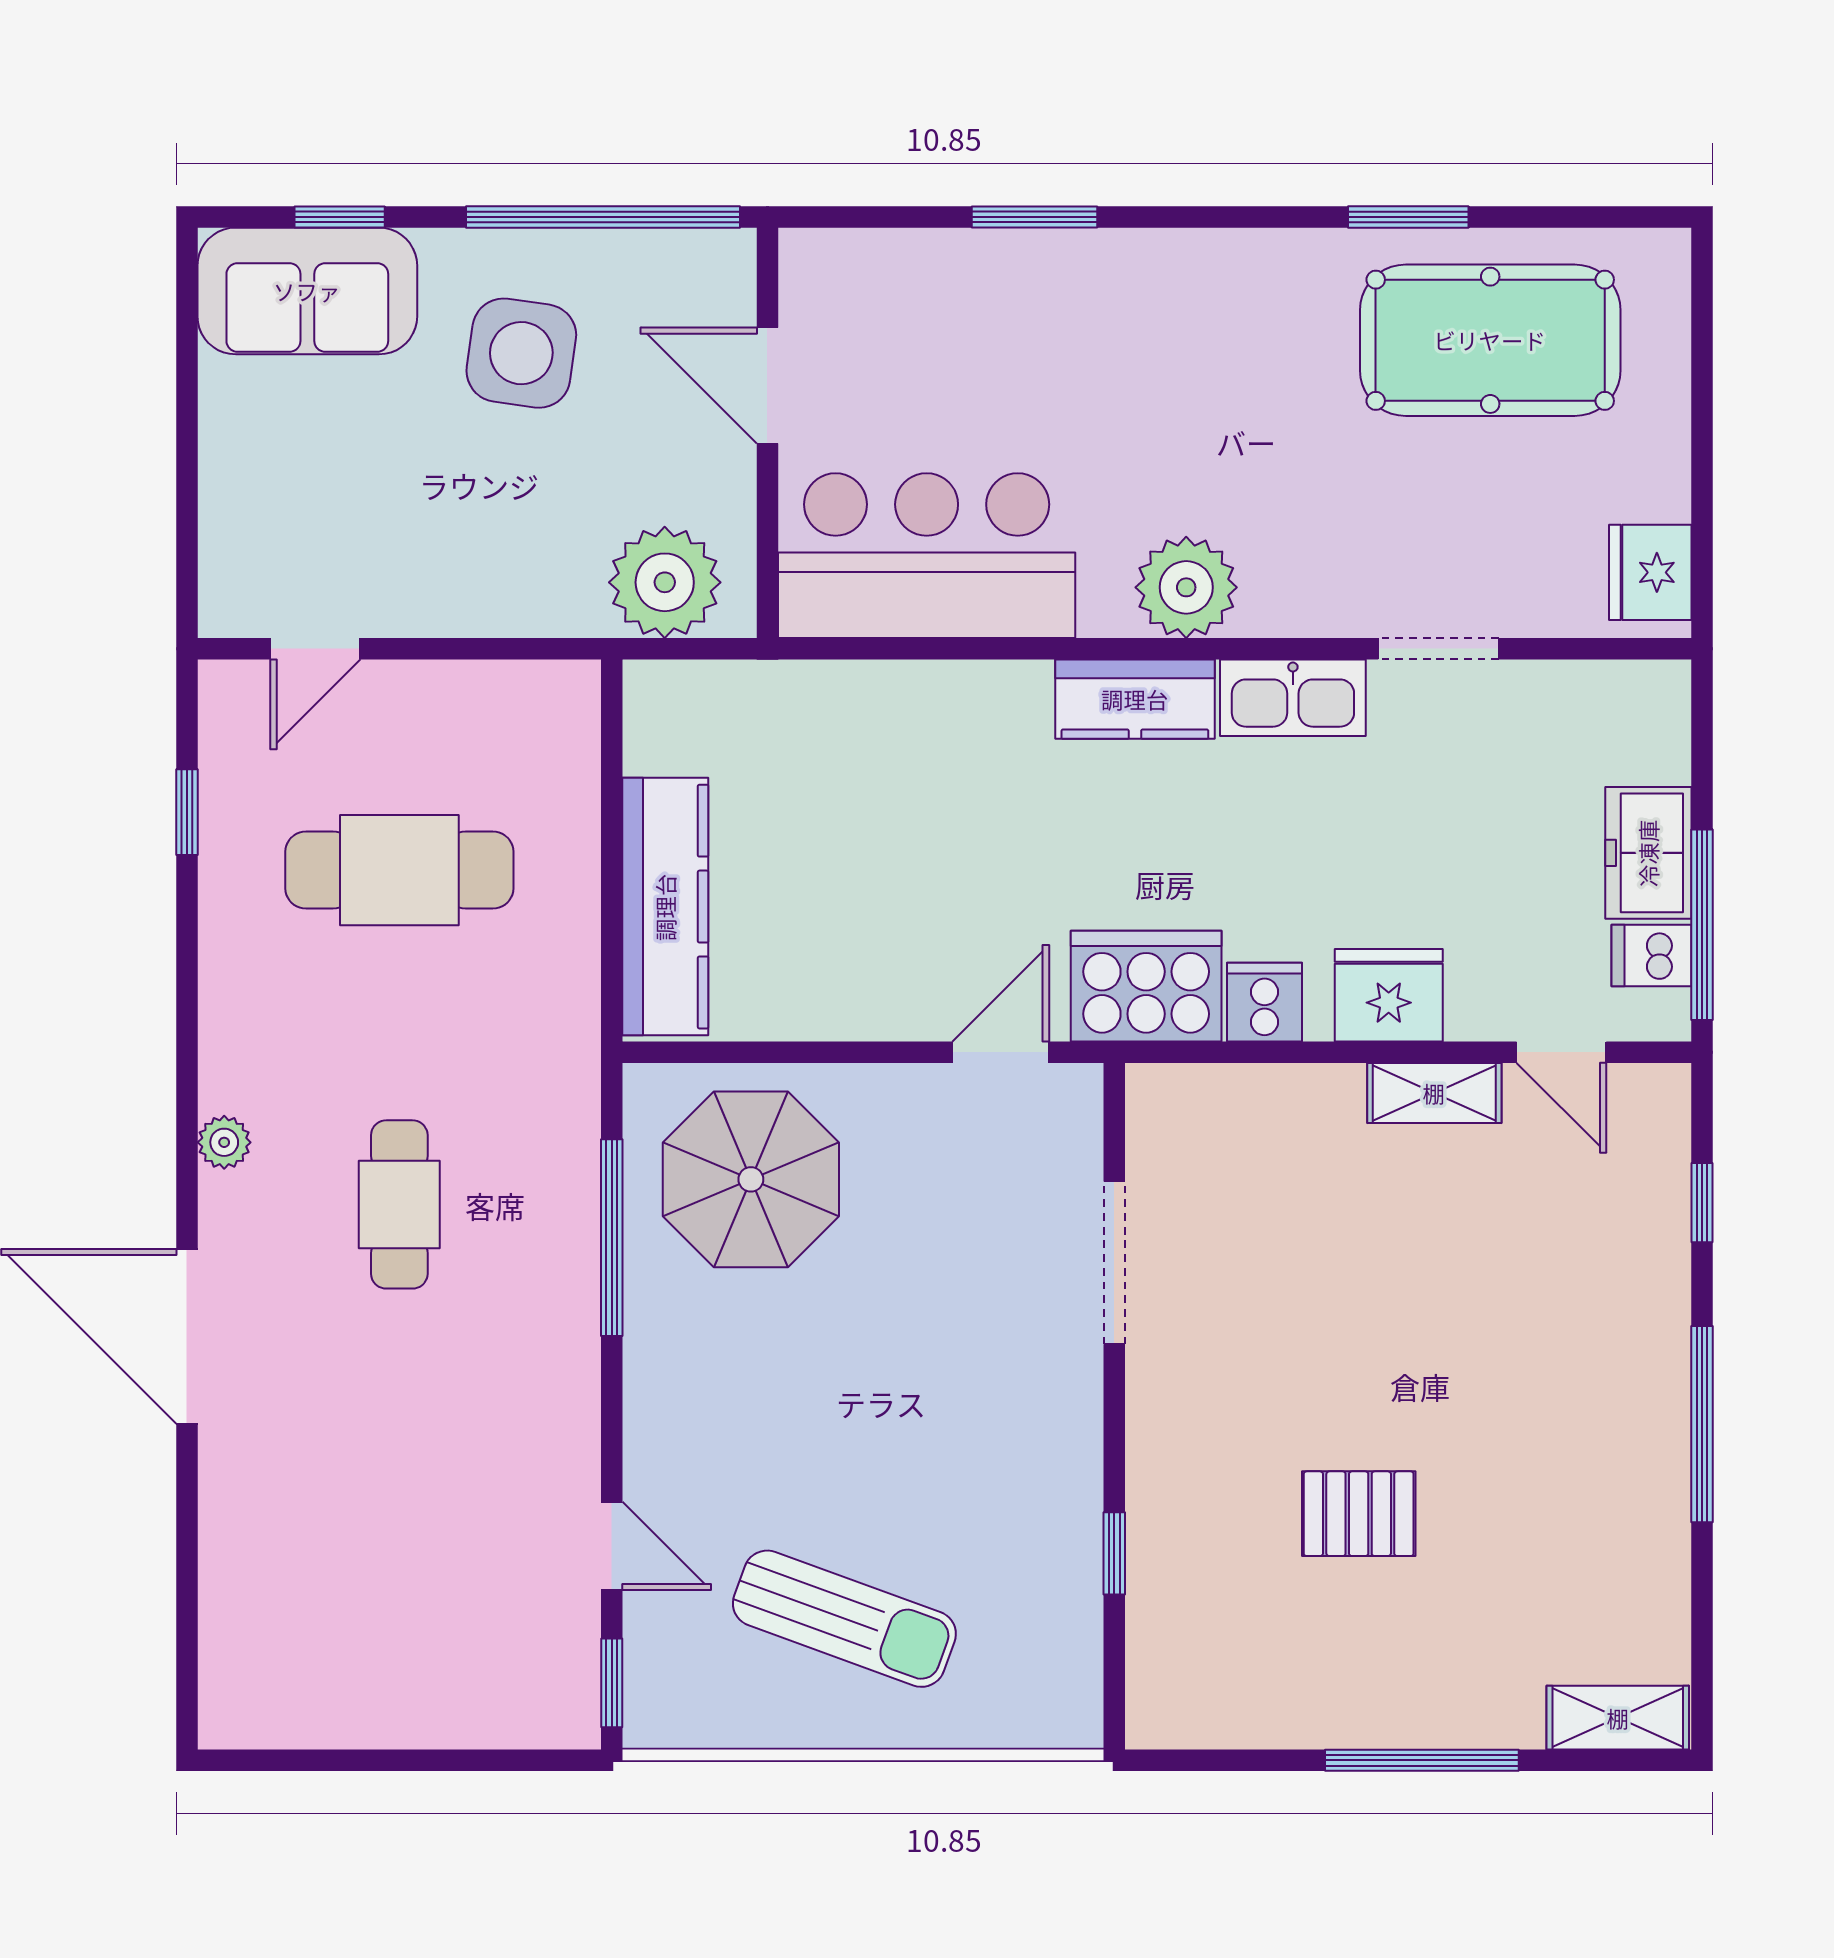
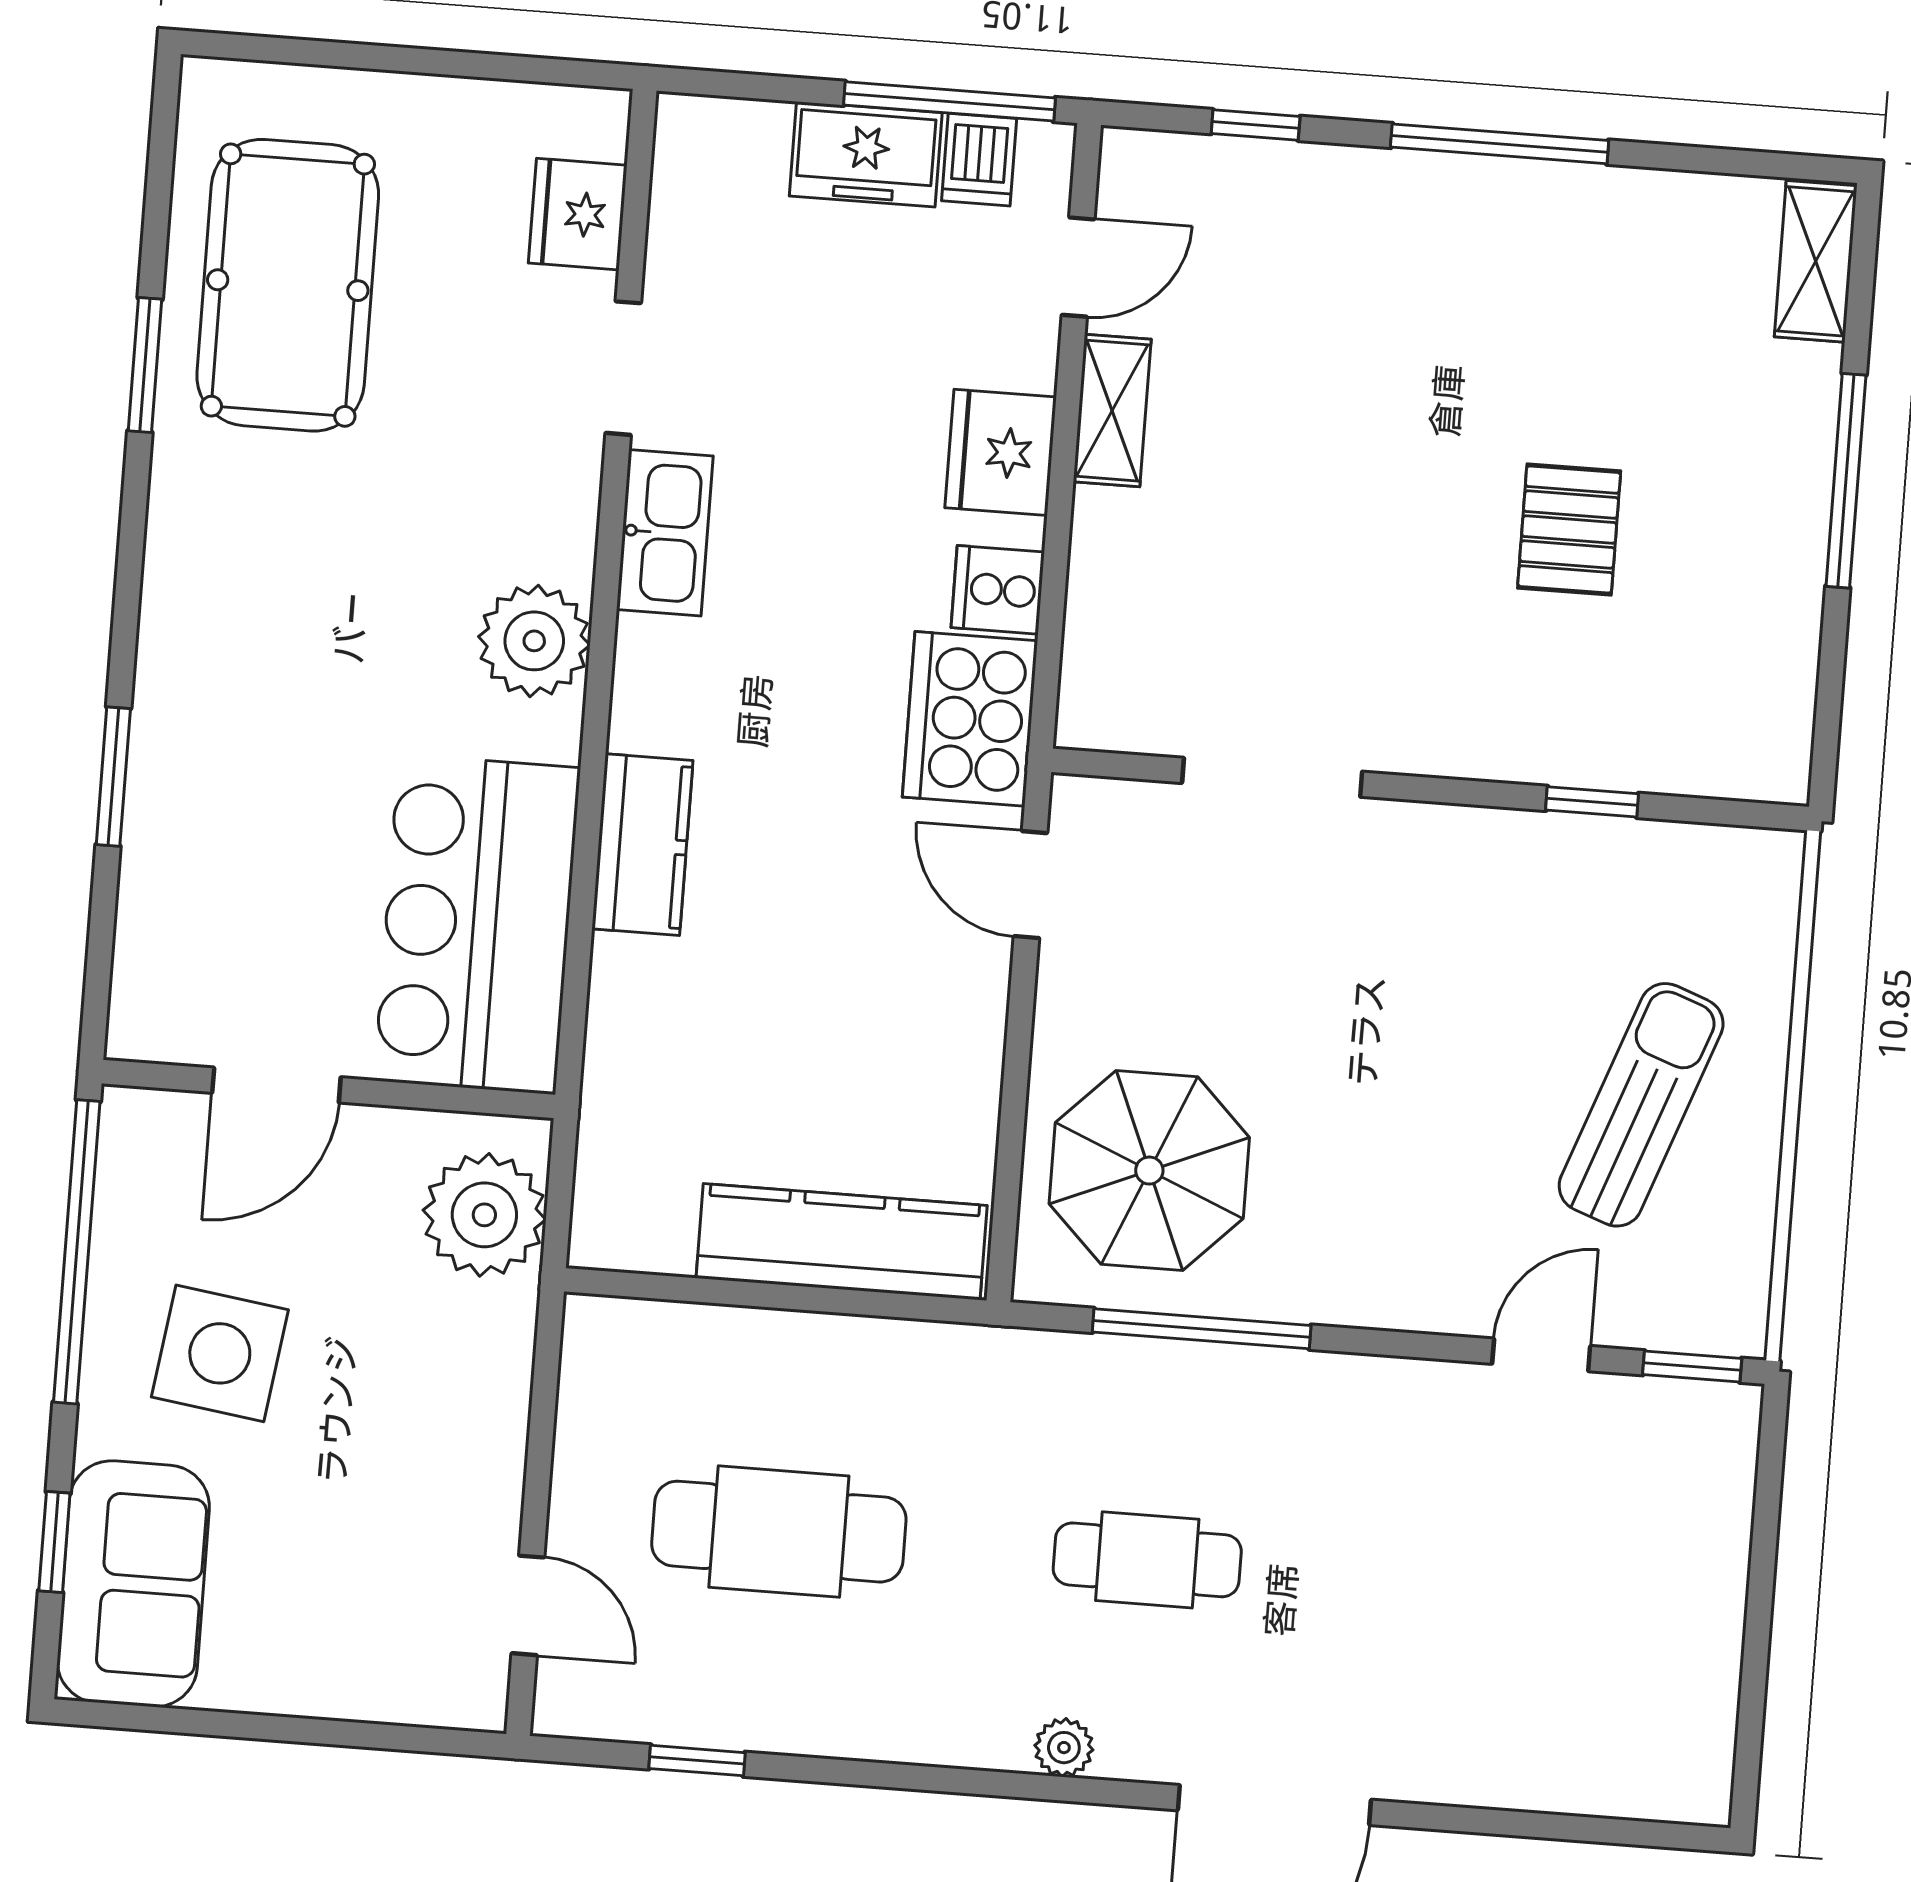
fridge: (1650, 572) -> (578, 214), moved, turned 90
kitchen counter: (1135, 699) -> (642, 845), moved
cafe table: (399, 870) -> (779, 1532), turned 90

